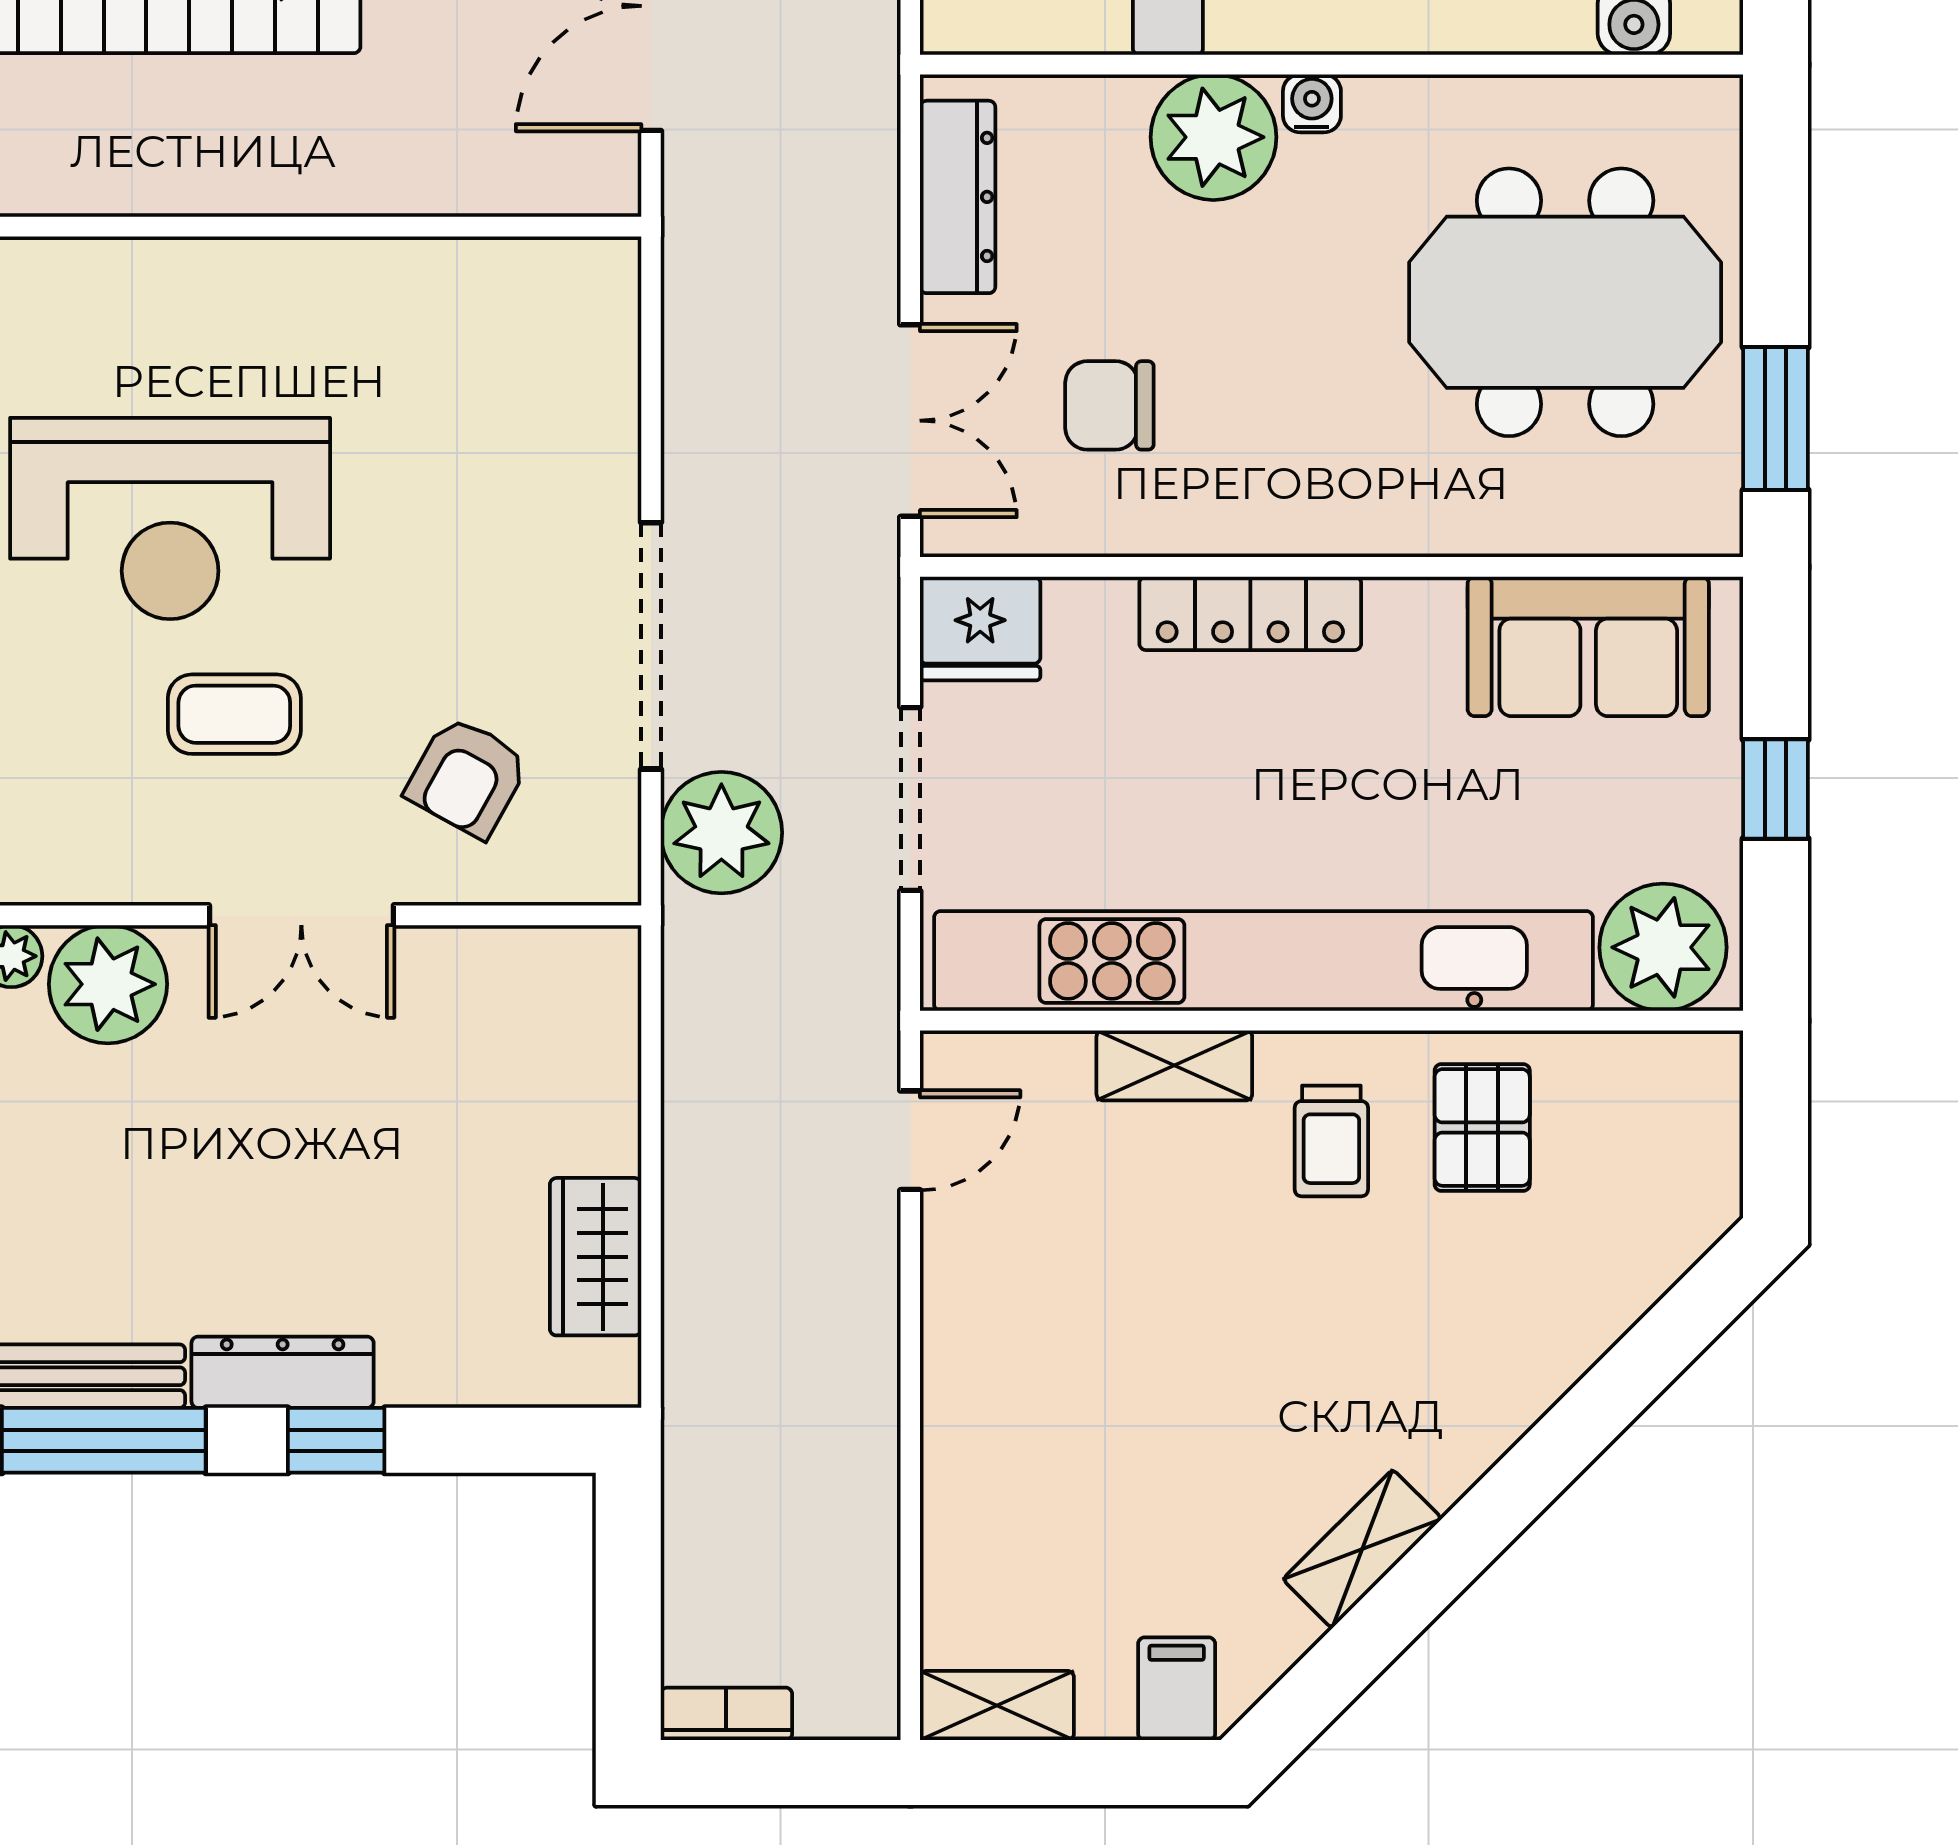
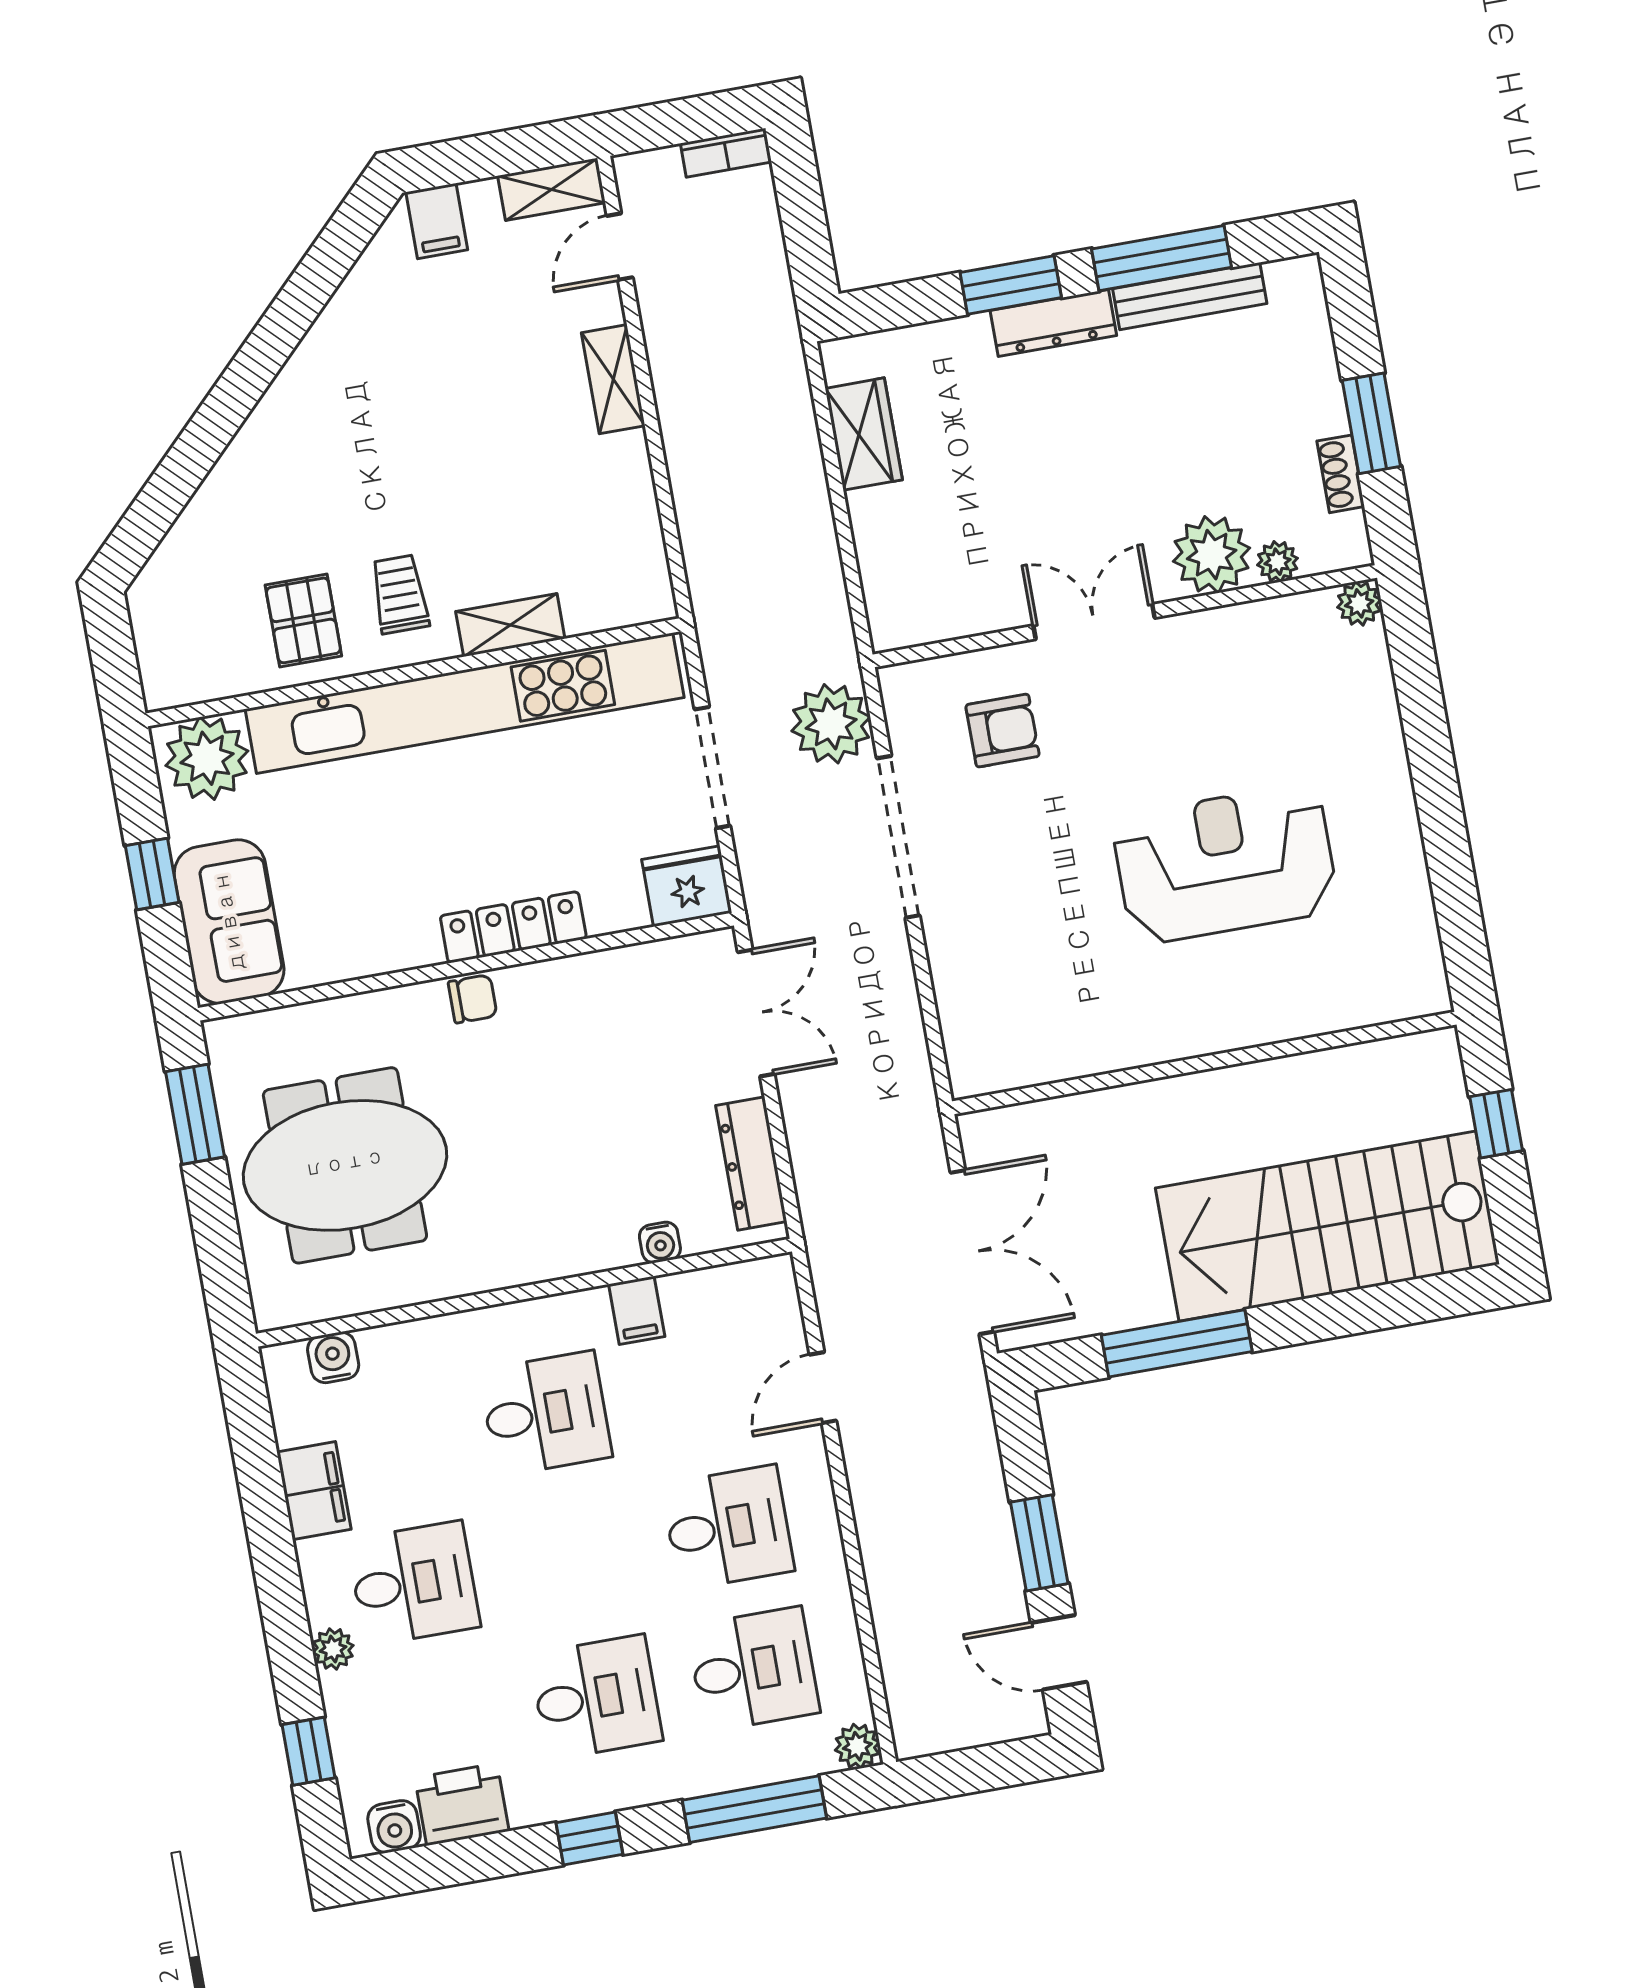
water cooler: (1312, 103) -> (660, 1242), moved
plant: (1213, 137) -> (592, 1232), removed
chair: (1109, 405) -> (473, 999), moved, width x0.73, depth x0.73
double door: (910, 421) -> (756, 1013), swing flipped
sofa: (1588, 646) -> (229, 922), moved, turned 90
coffee table: (234, 714) -> (1161, 744), removed
armchair: (467, 777) -> (1003, 731), turned 61
door: (910, 1140) -> (620, 247), moved
window: (336, 1440) -> (1011, 285), width x1.50
shelving: (1362, 1549) -> (613, 379), moved, turned -45

